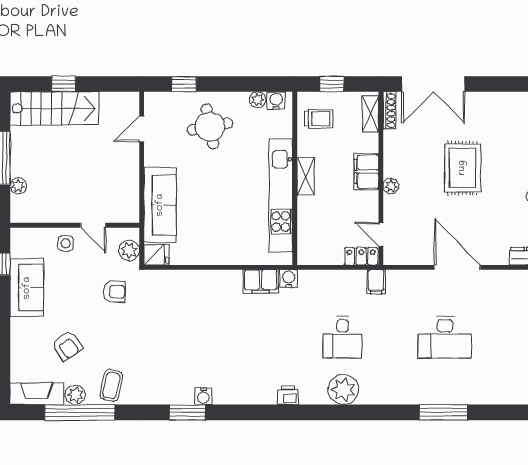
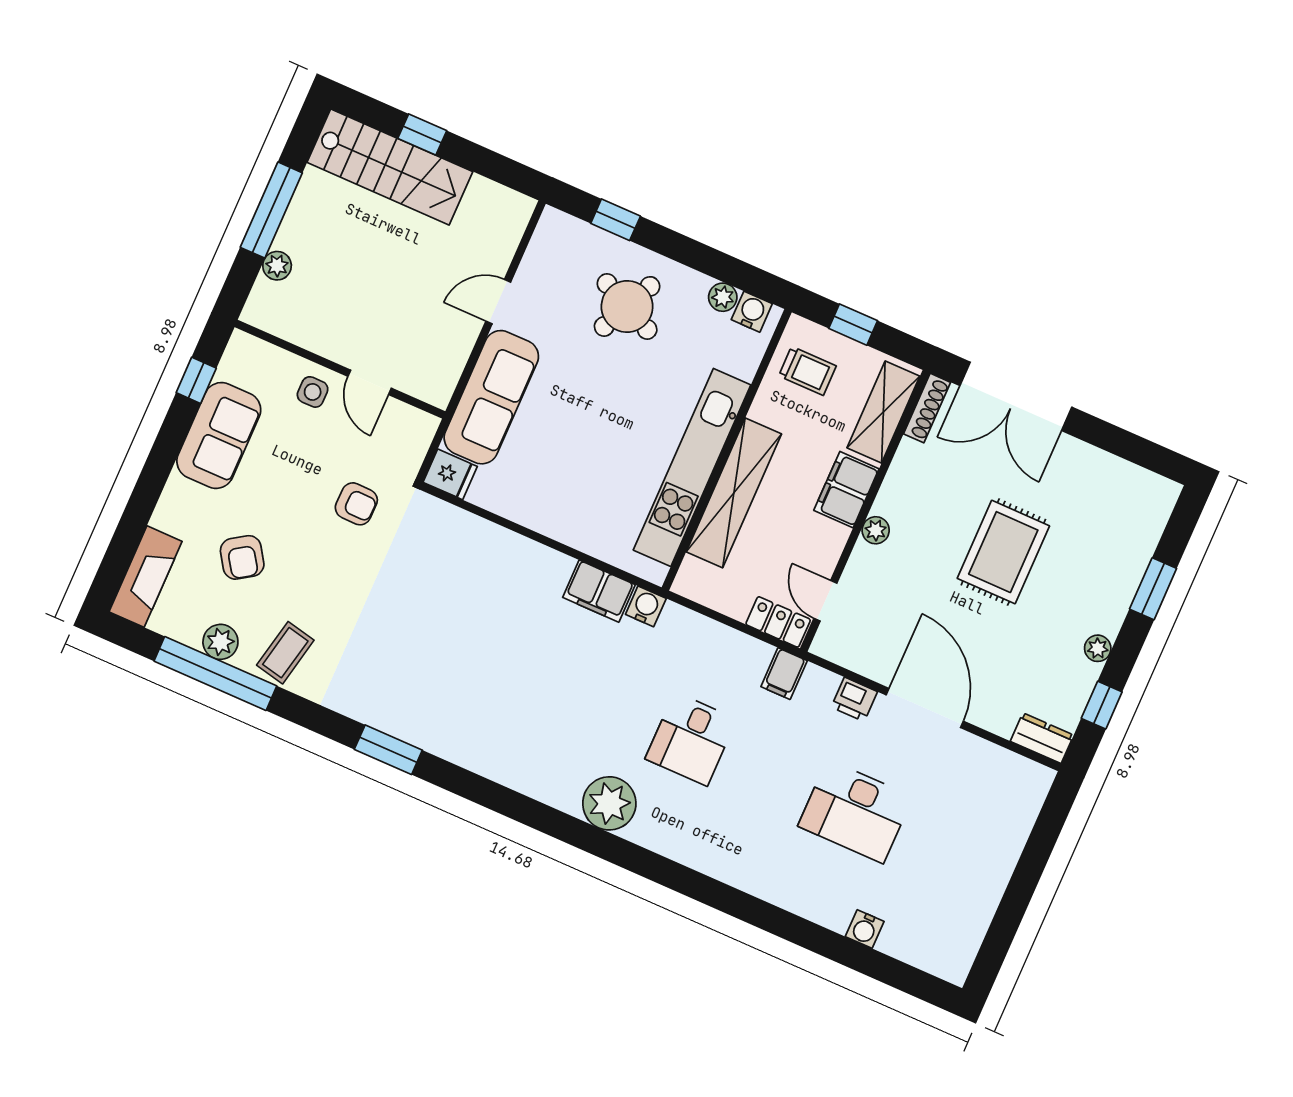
shelving: (370, 114) -> (883, 412), width x1.50, depth x1.33
round table: (210, 127) -> (627, 306), turned 36
door: (142, 129) -> (498, 302), moved
shelving: (306, 176) -> (734, 493), width x2.20, depth x1.33
plant: (129, 250) -> (409, 448), removed
plant: (343, 390) -> (609, 803), moved
fireplace: (37, 394) -> (146, 577), moved, turned 90
printer: (288, 395) -> (854, 699), moved, turned 180
water cooler: (203, 396) -> (865, 929), moved
window: (443, 412) -> (800, 931), removed

